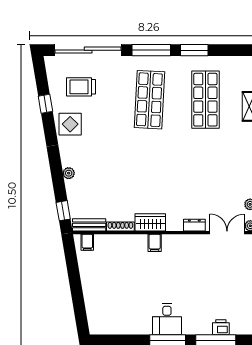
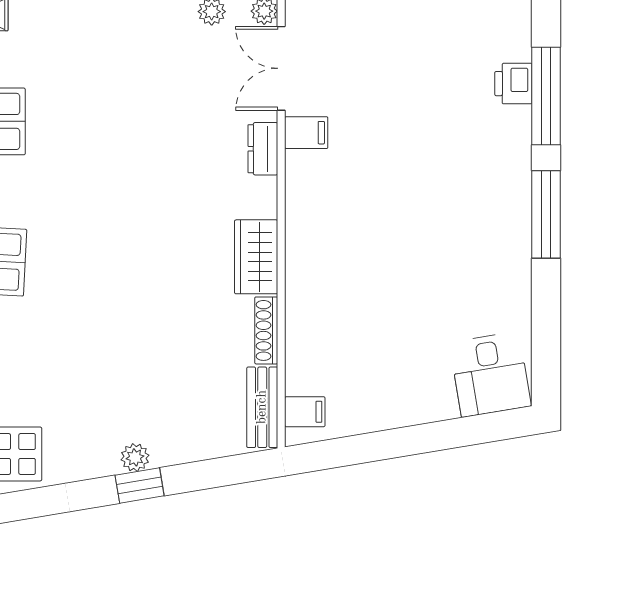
window: (63, 211) -> (140, 486), moved
filing cabinet: (155, 243) -> (306, 133), moved
desk: (167, 319) -> (490, 374), moved, turned 81

